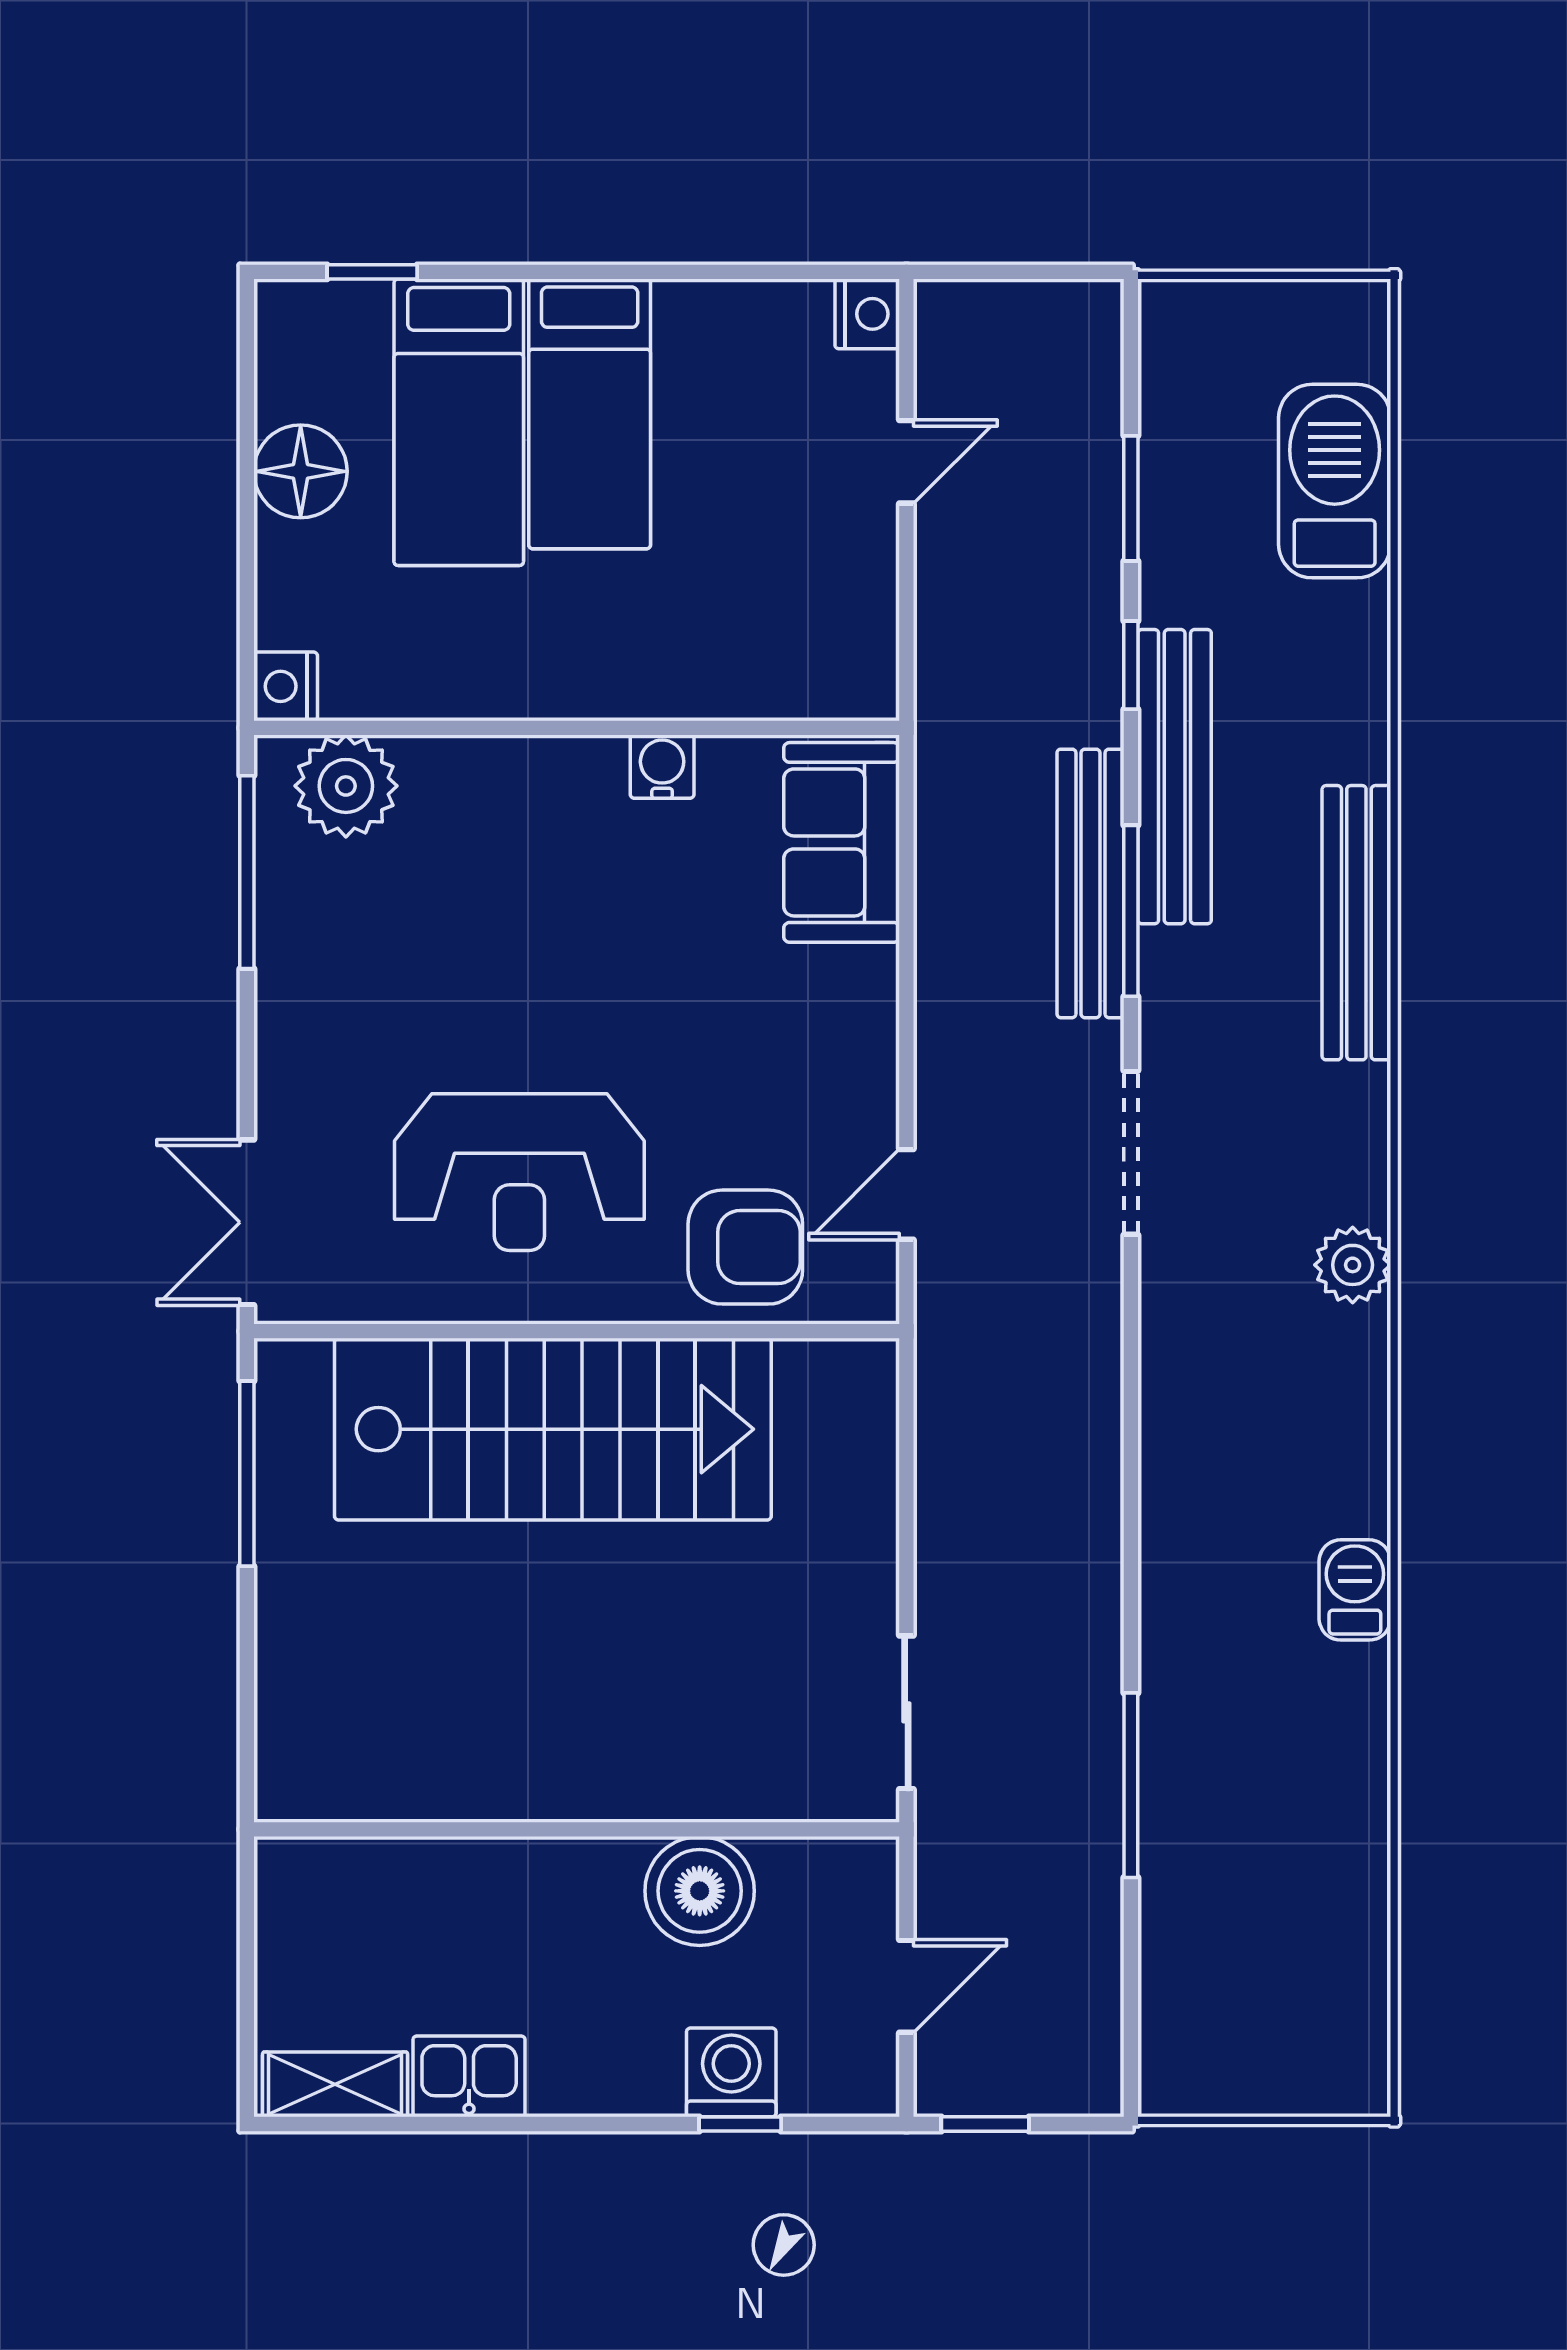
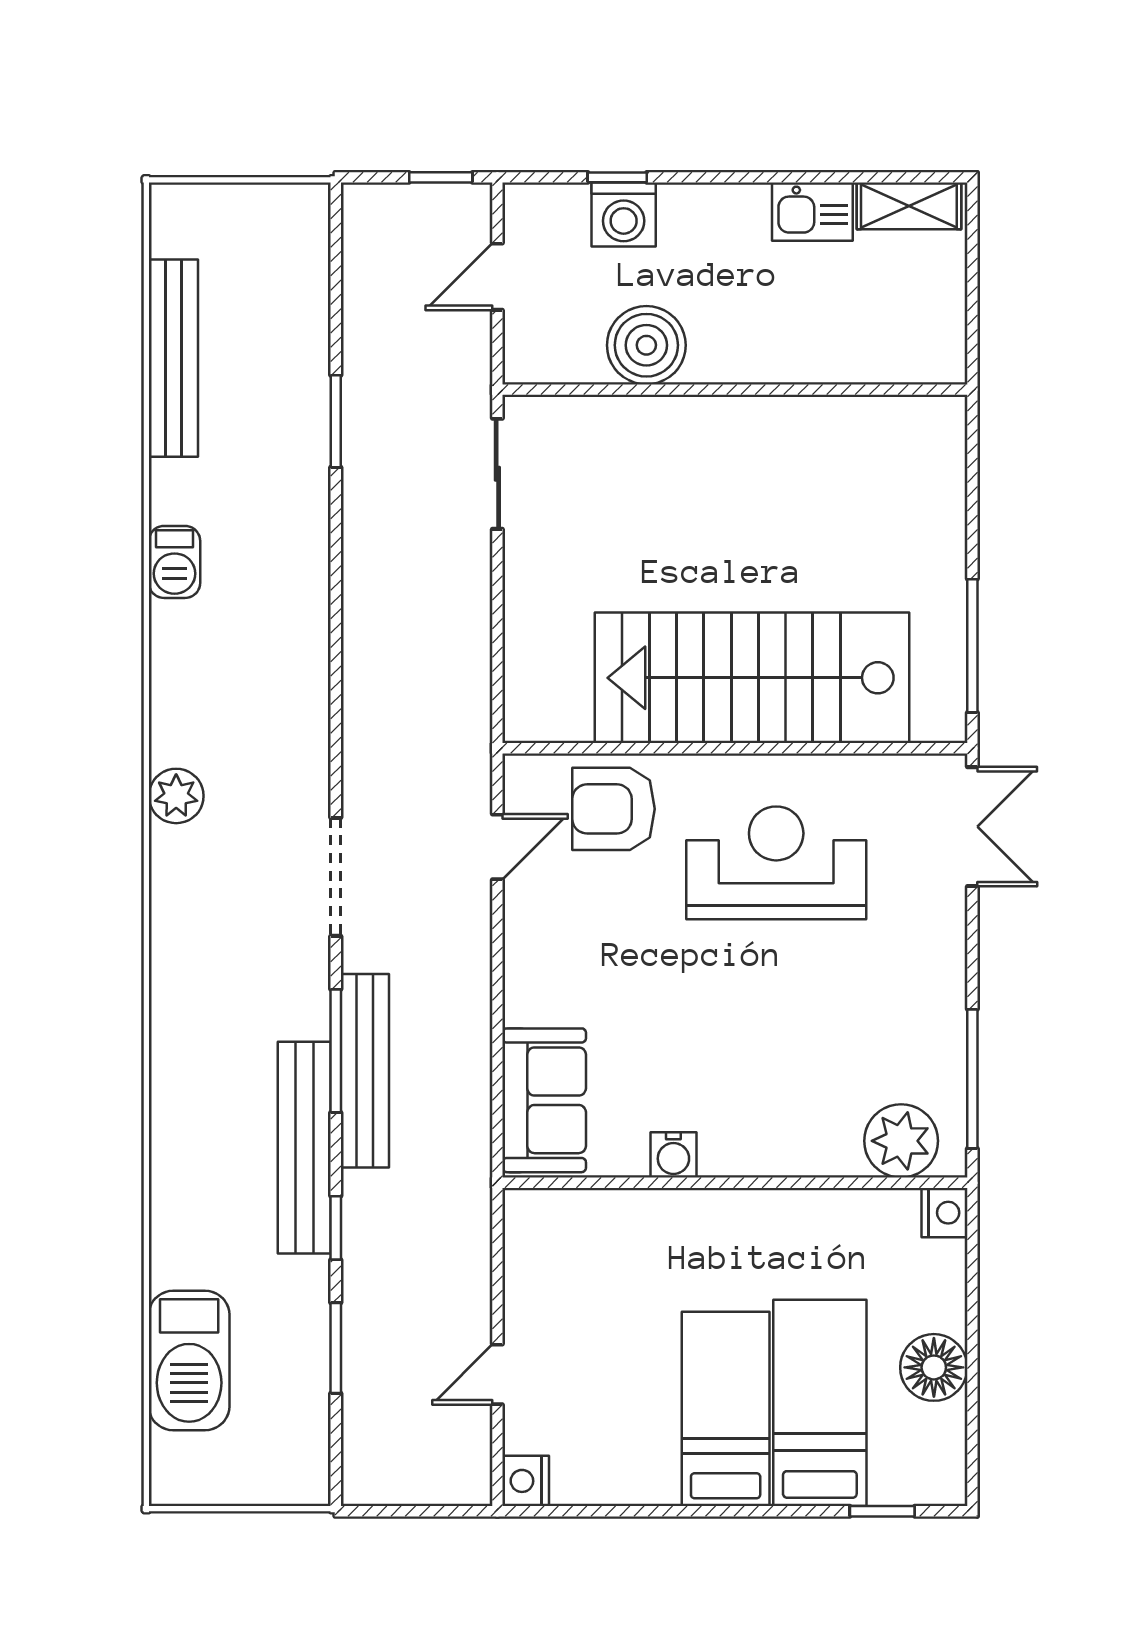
bench: (1356, 923) -> (173, 358), moved
window: (1131, 1785) -> (336, 421), width x0.69

